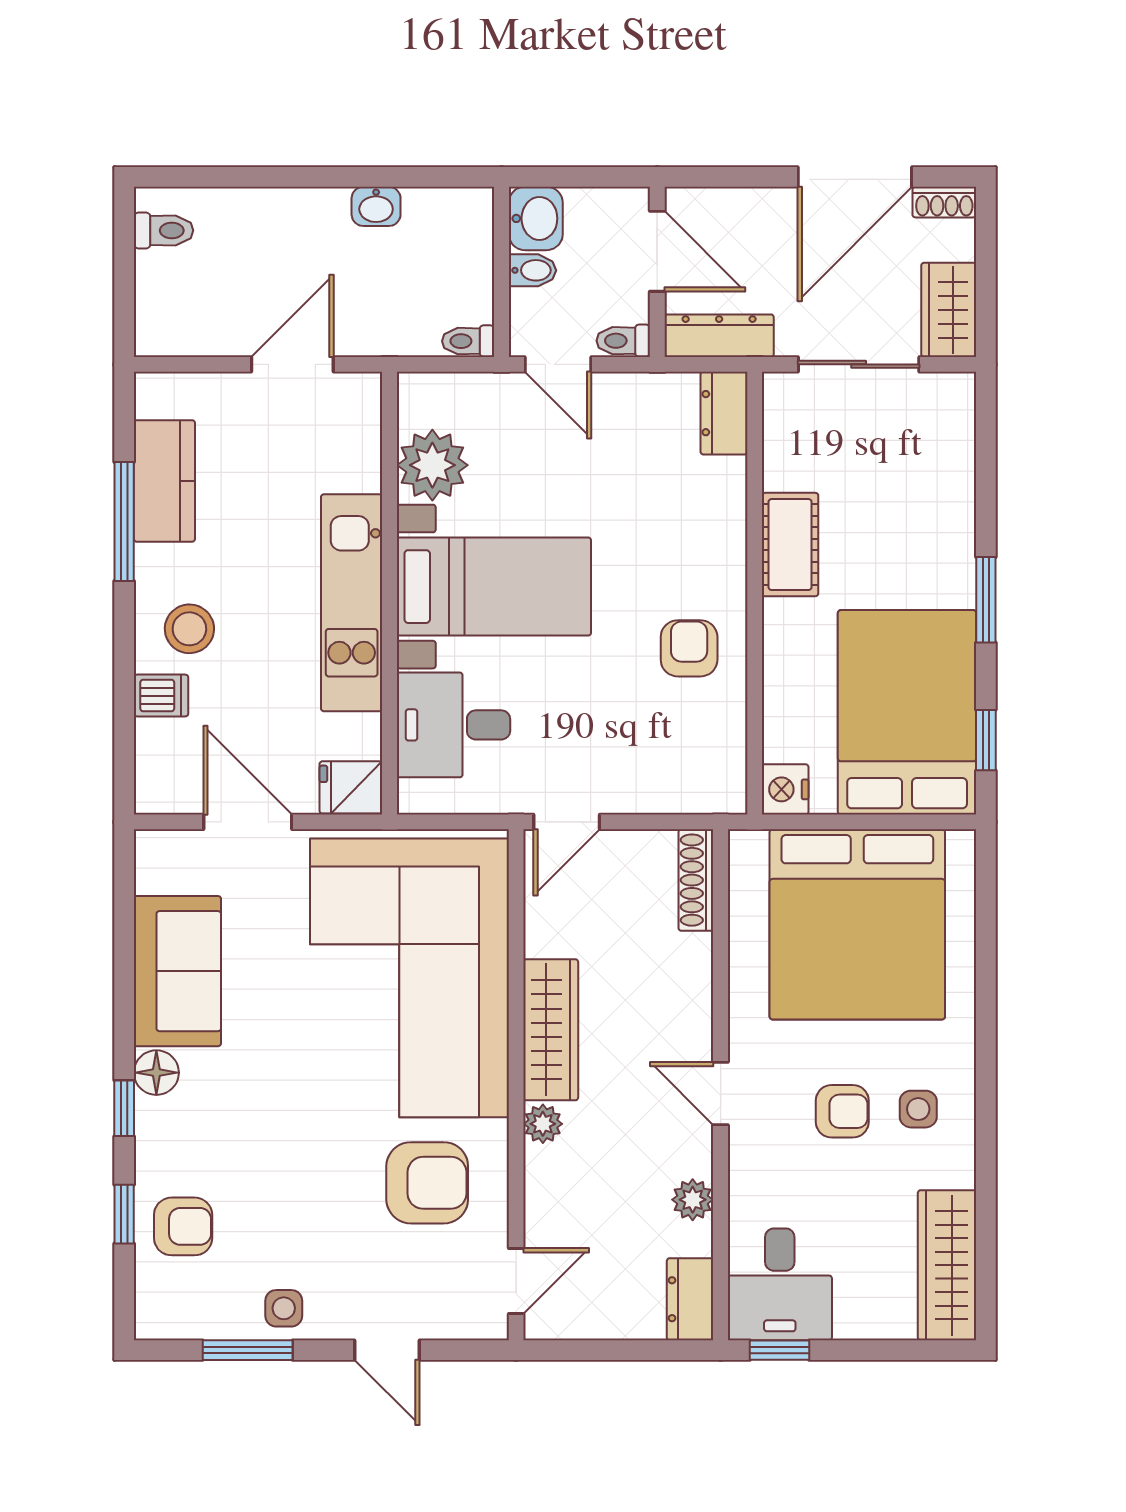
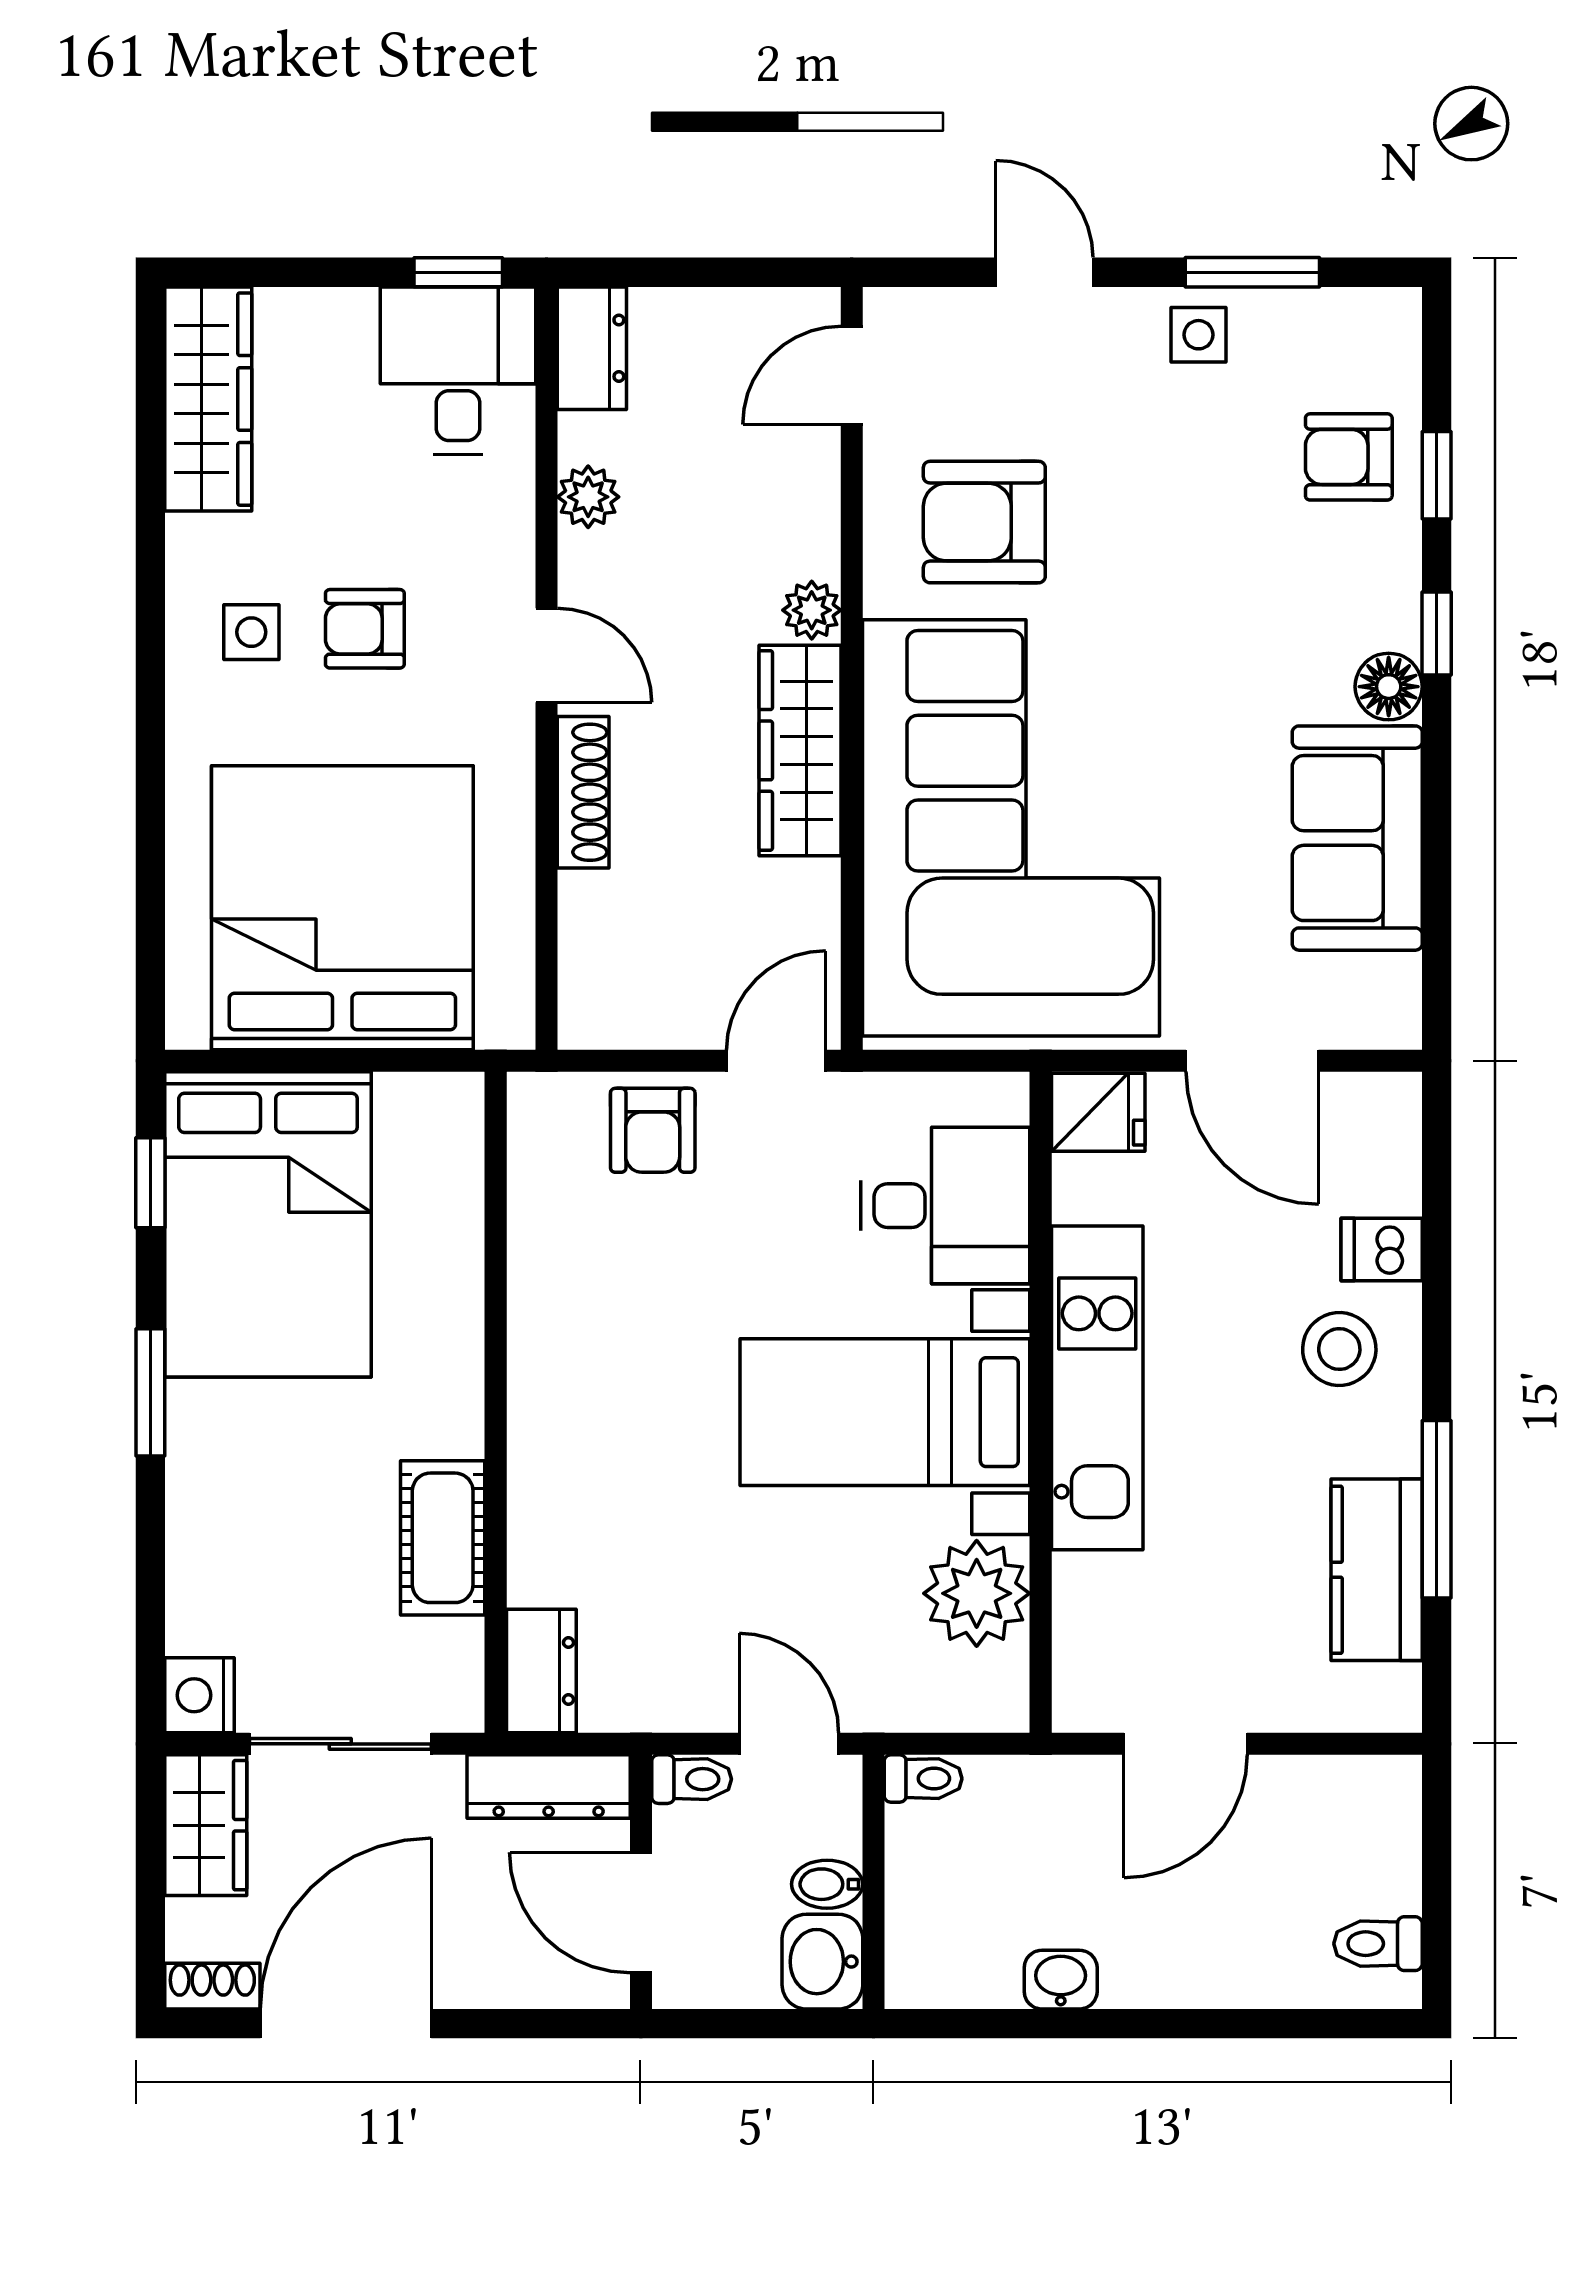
cot: (790, 545) -> (443, 1538), moved
armchair: (689, 648) -> (653, 1130), moved
nightstand: (785, 789) -> (200, 1695), moved, turned 180
shoe rack: (696, 880) -> (583, 792), moved

